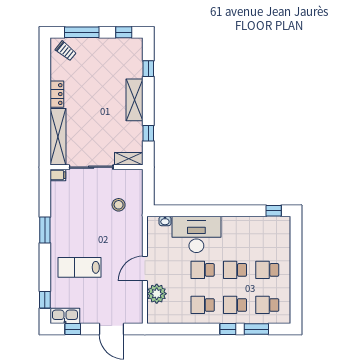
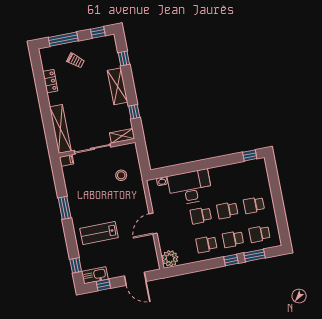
trolley: (66, 51) -> (76, 61), moved
locker: (57, 94) -> (50, 81), moved
plant: (157, 294) -> (170, 258), moved

